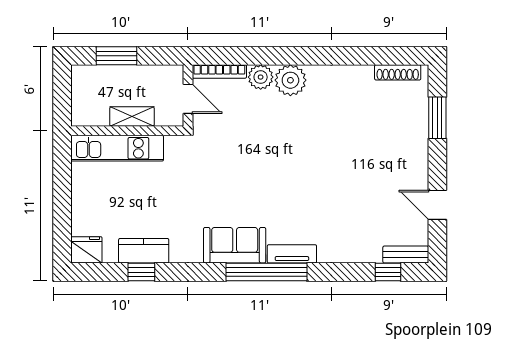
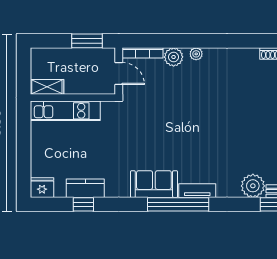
window: (117, 56) -> (87, 41), moved
plant: (290, 80) -> (196, 54), width x0.53, depth x0.53
shelving: (132, 116) -> (47, 87), moved
plant: (366, 247) -> (253, 186), added

